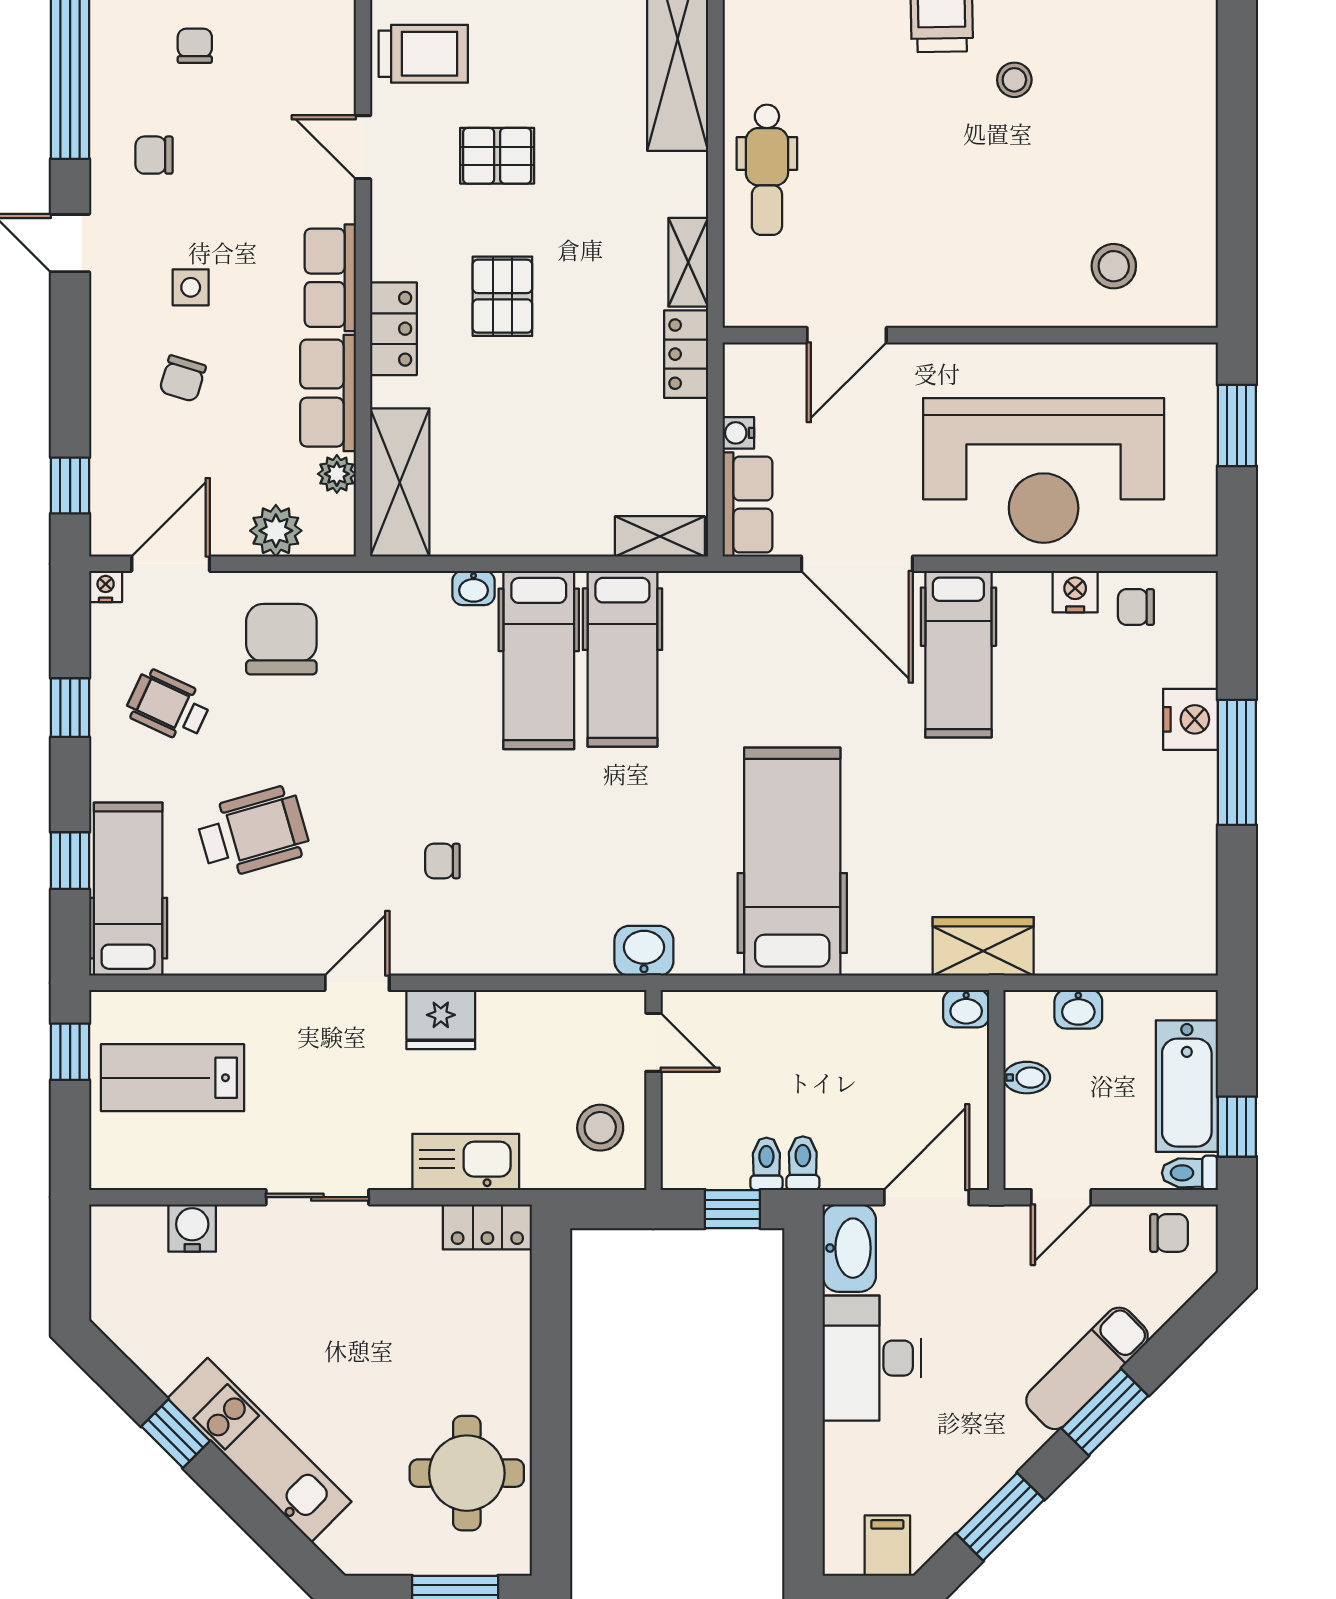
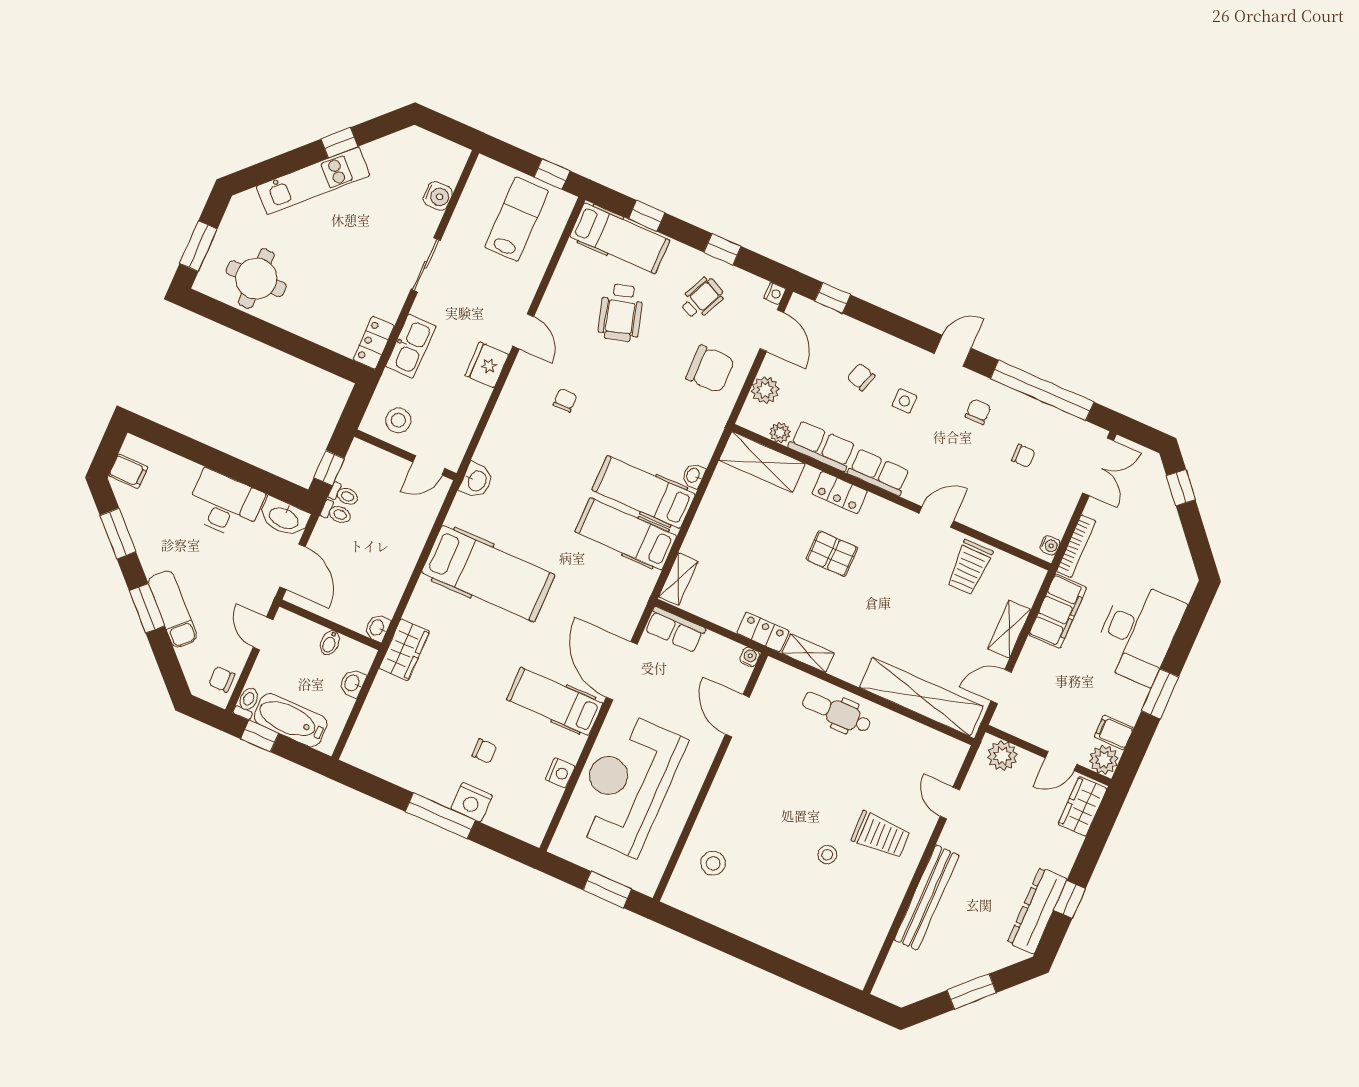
pallet: (497, 156) -> (903, 582), removed
water cooler: (738, 433) -> (750, 657), moved
door: (857, 564) -> (622, 671), hinge flipped
chair: (1136, 607) -> (484, 751), moved, turned 90
chair: (1169, 1233) -> (222, 679), turned 90

